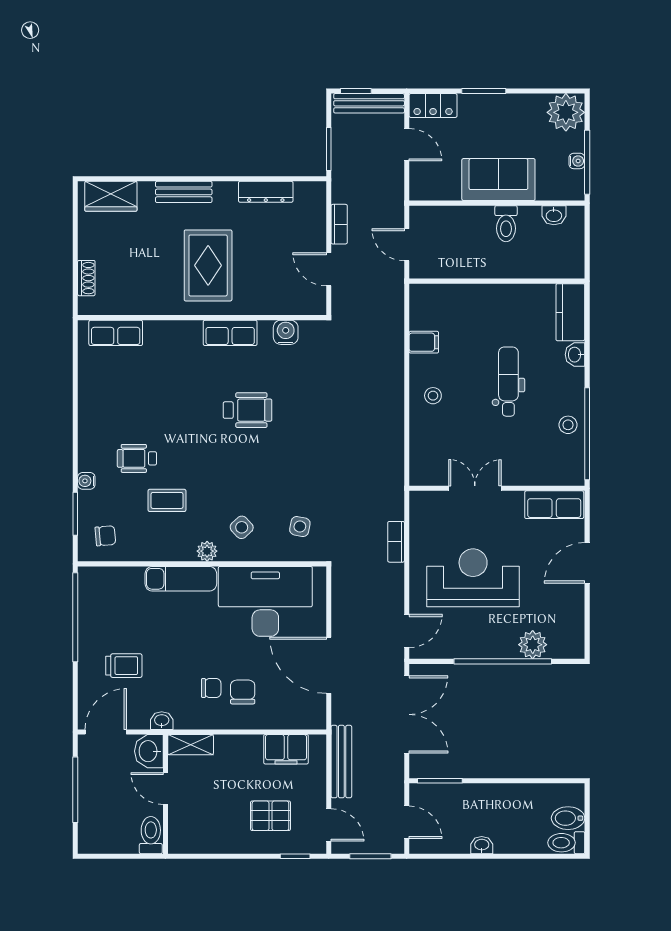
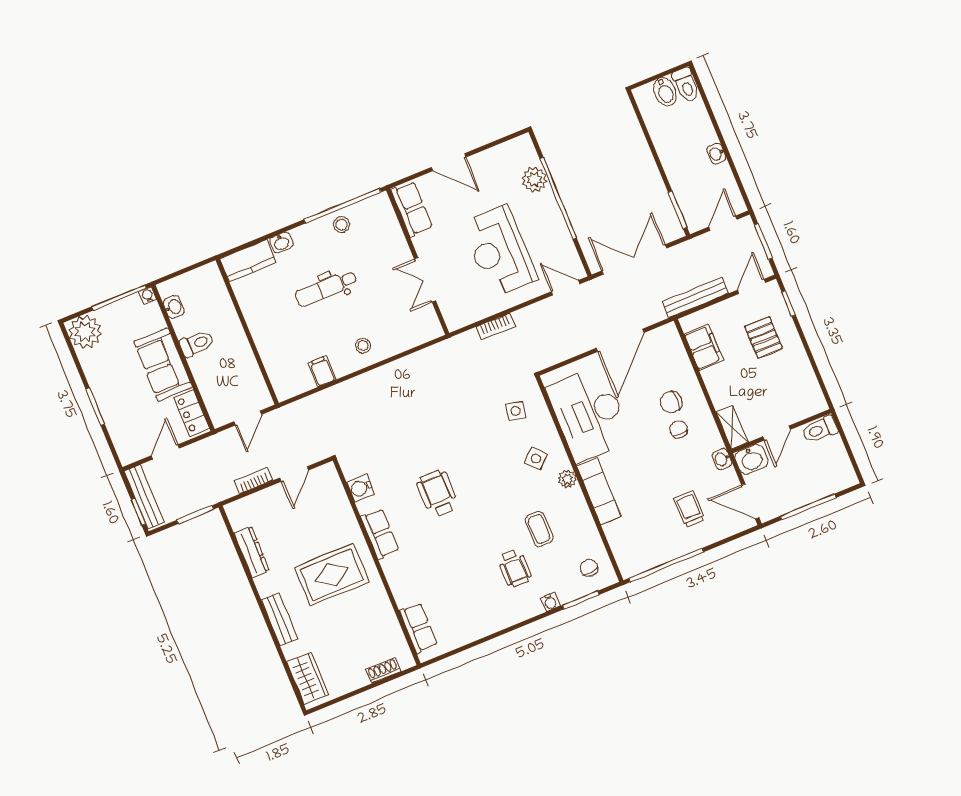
locker: (433, 105) -> (192, 413), moved, turned 180
water cooler: (577, 161) -> (148, 296), moved

